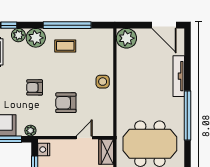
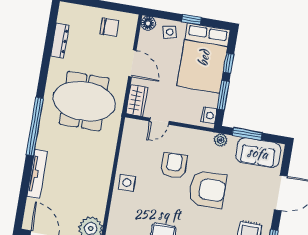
armchair: (35, 87) -> (207, 189), width x1.88, depth x1.88
armchair: (66, 103) -> (174, 165), turned -90

